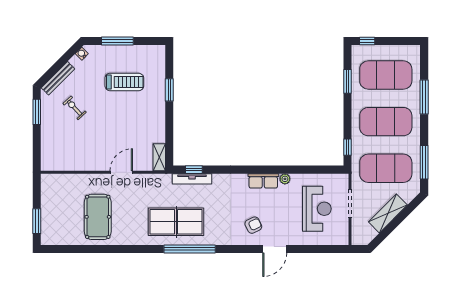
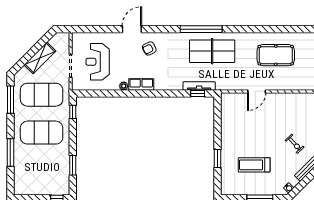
exercise mat: (386, 75) -> (42, 170), removed
shelving: (159, 157) -> (226, 104), removed
pool table: (98, 217) -> (276, 55), turned 90

